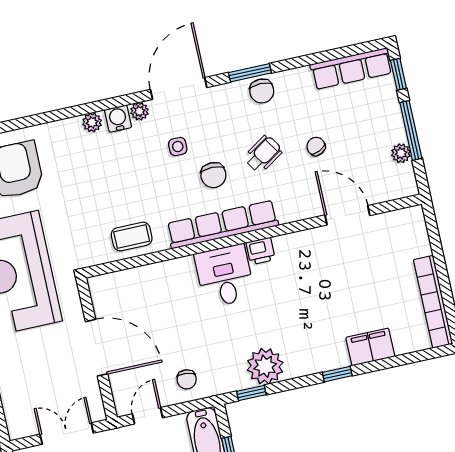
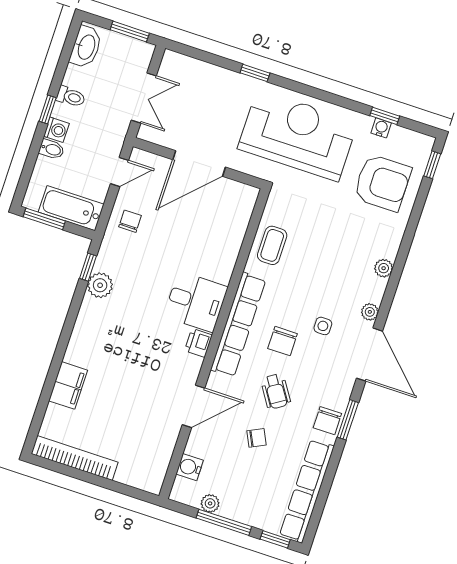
row of seats: (351, 69) -> (307, 491), width x1.36
chair: (262, 91) -> (327, 421), turned -90
water cooler: (118, 119) -> (190, 467), moved, turned 180
chair: (213, 175) -> (283, 341), turned -90
door: (347, 215) -> (194, 406), moved
plant: (265, 366) -> (100, 285), width x0.73, depth x0.73
window: (337, 374) -> (62, 346), removed
chair: (187, 379) -> (130, 221), turned 84
door: (147, 416) -> (119, 172), hinge flipped

